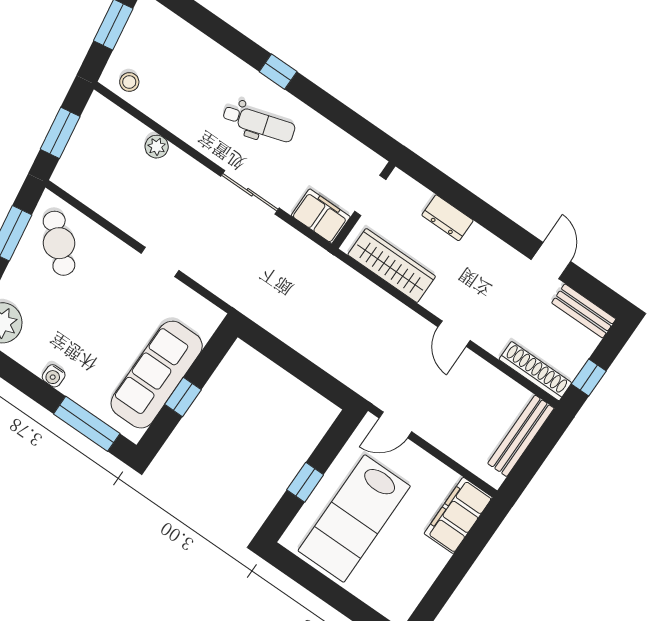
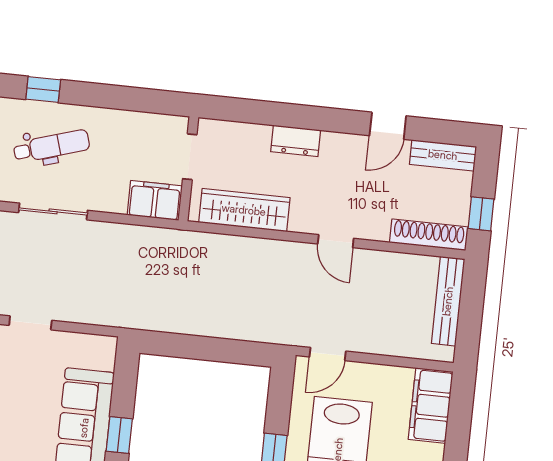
sliding door: (250, 192) -> (53, 211), moved
dresser: (447, 218) -> (296, 141), moved
door: (551, 261) -> (388, 126), swing flipped

